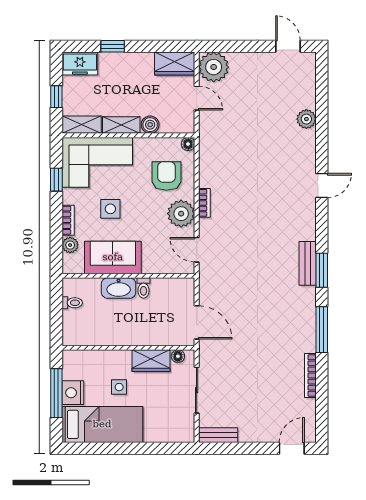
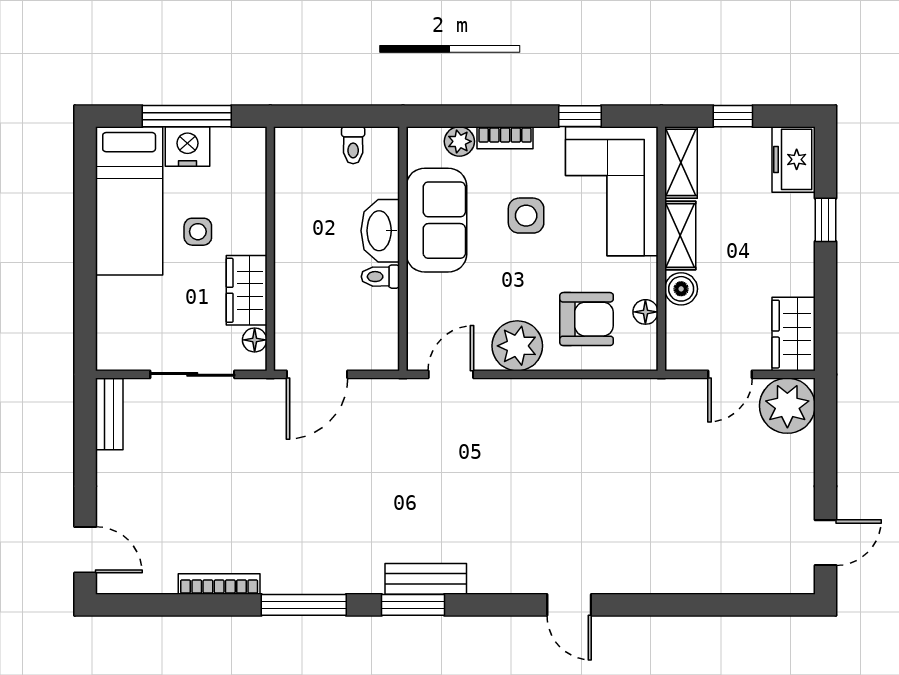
plant: (306, 119) -> (691, 577), removed
floor lamp: (188, 144) -> (645, 312), moved
bookcase: (204, 203) -> (537, 389), removed

